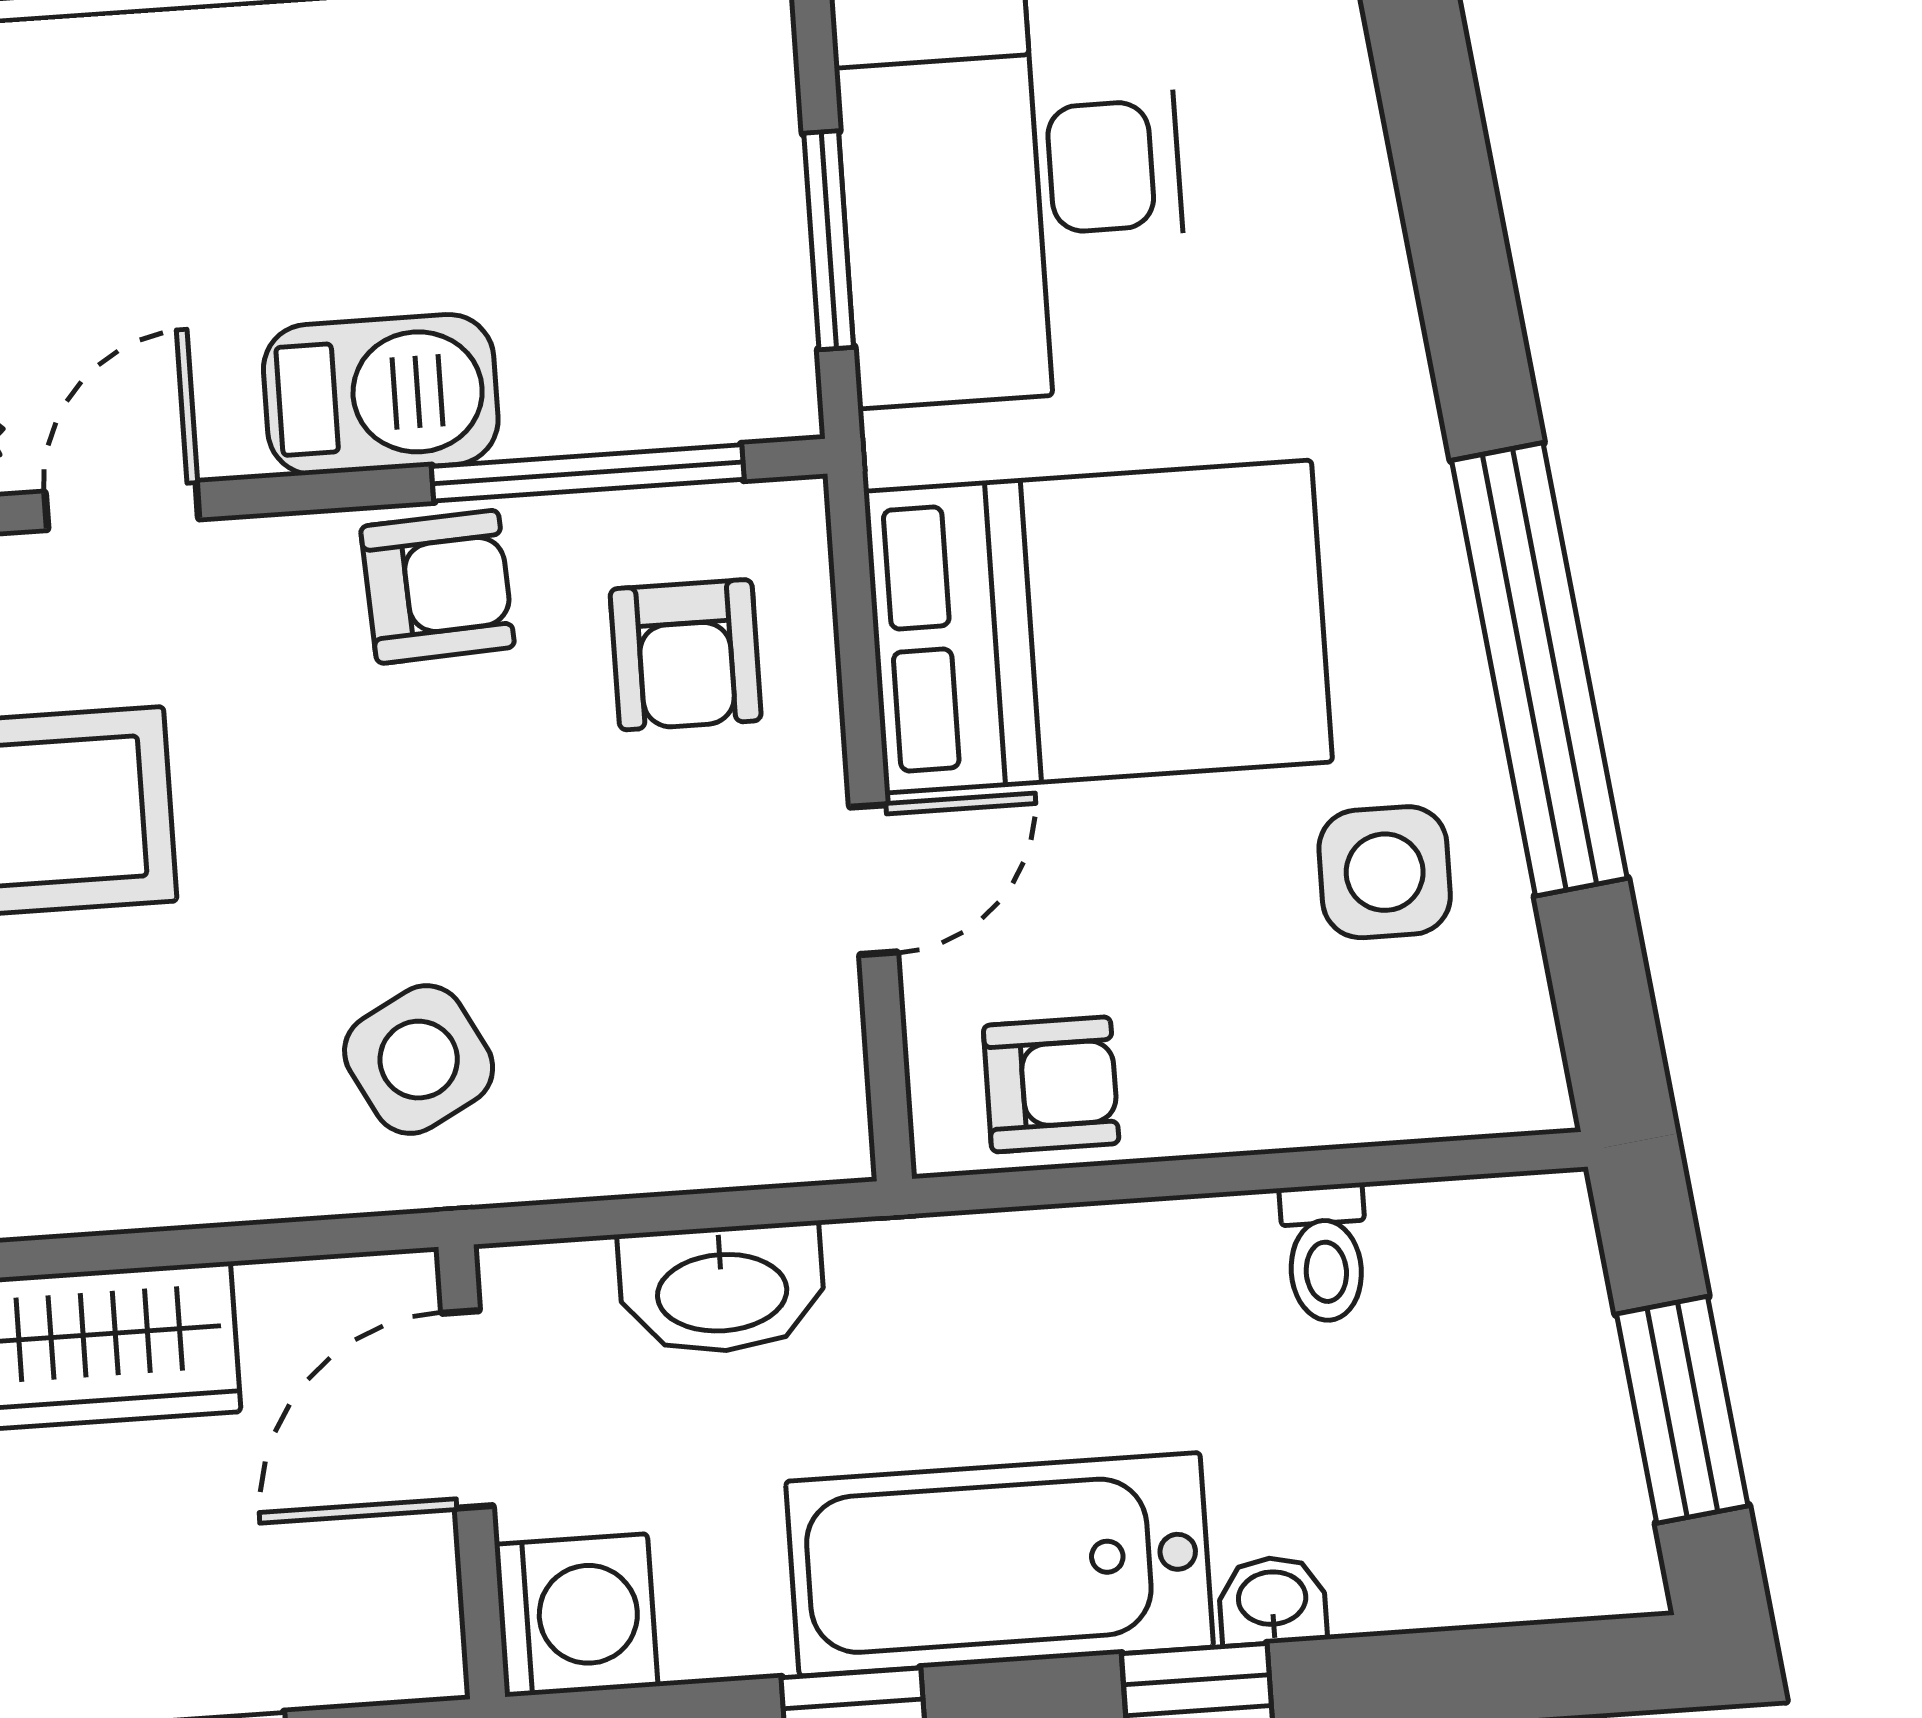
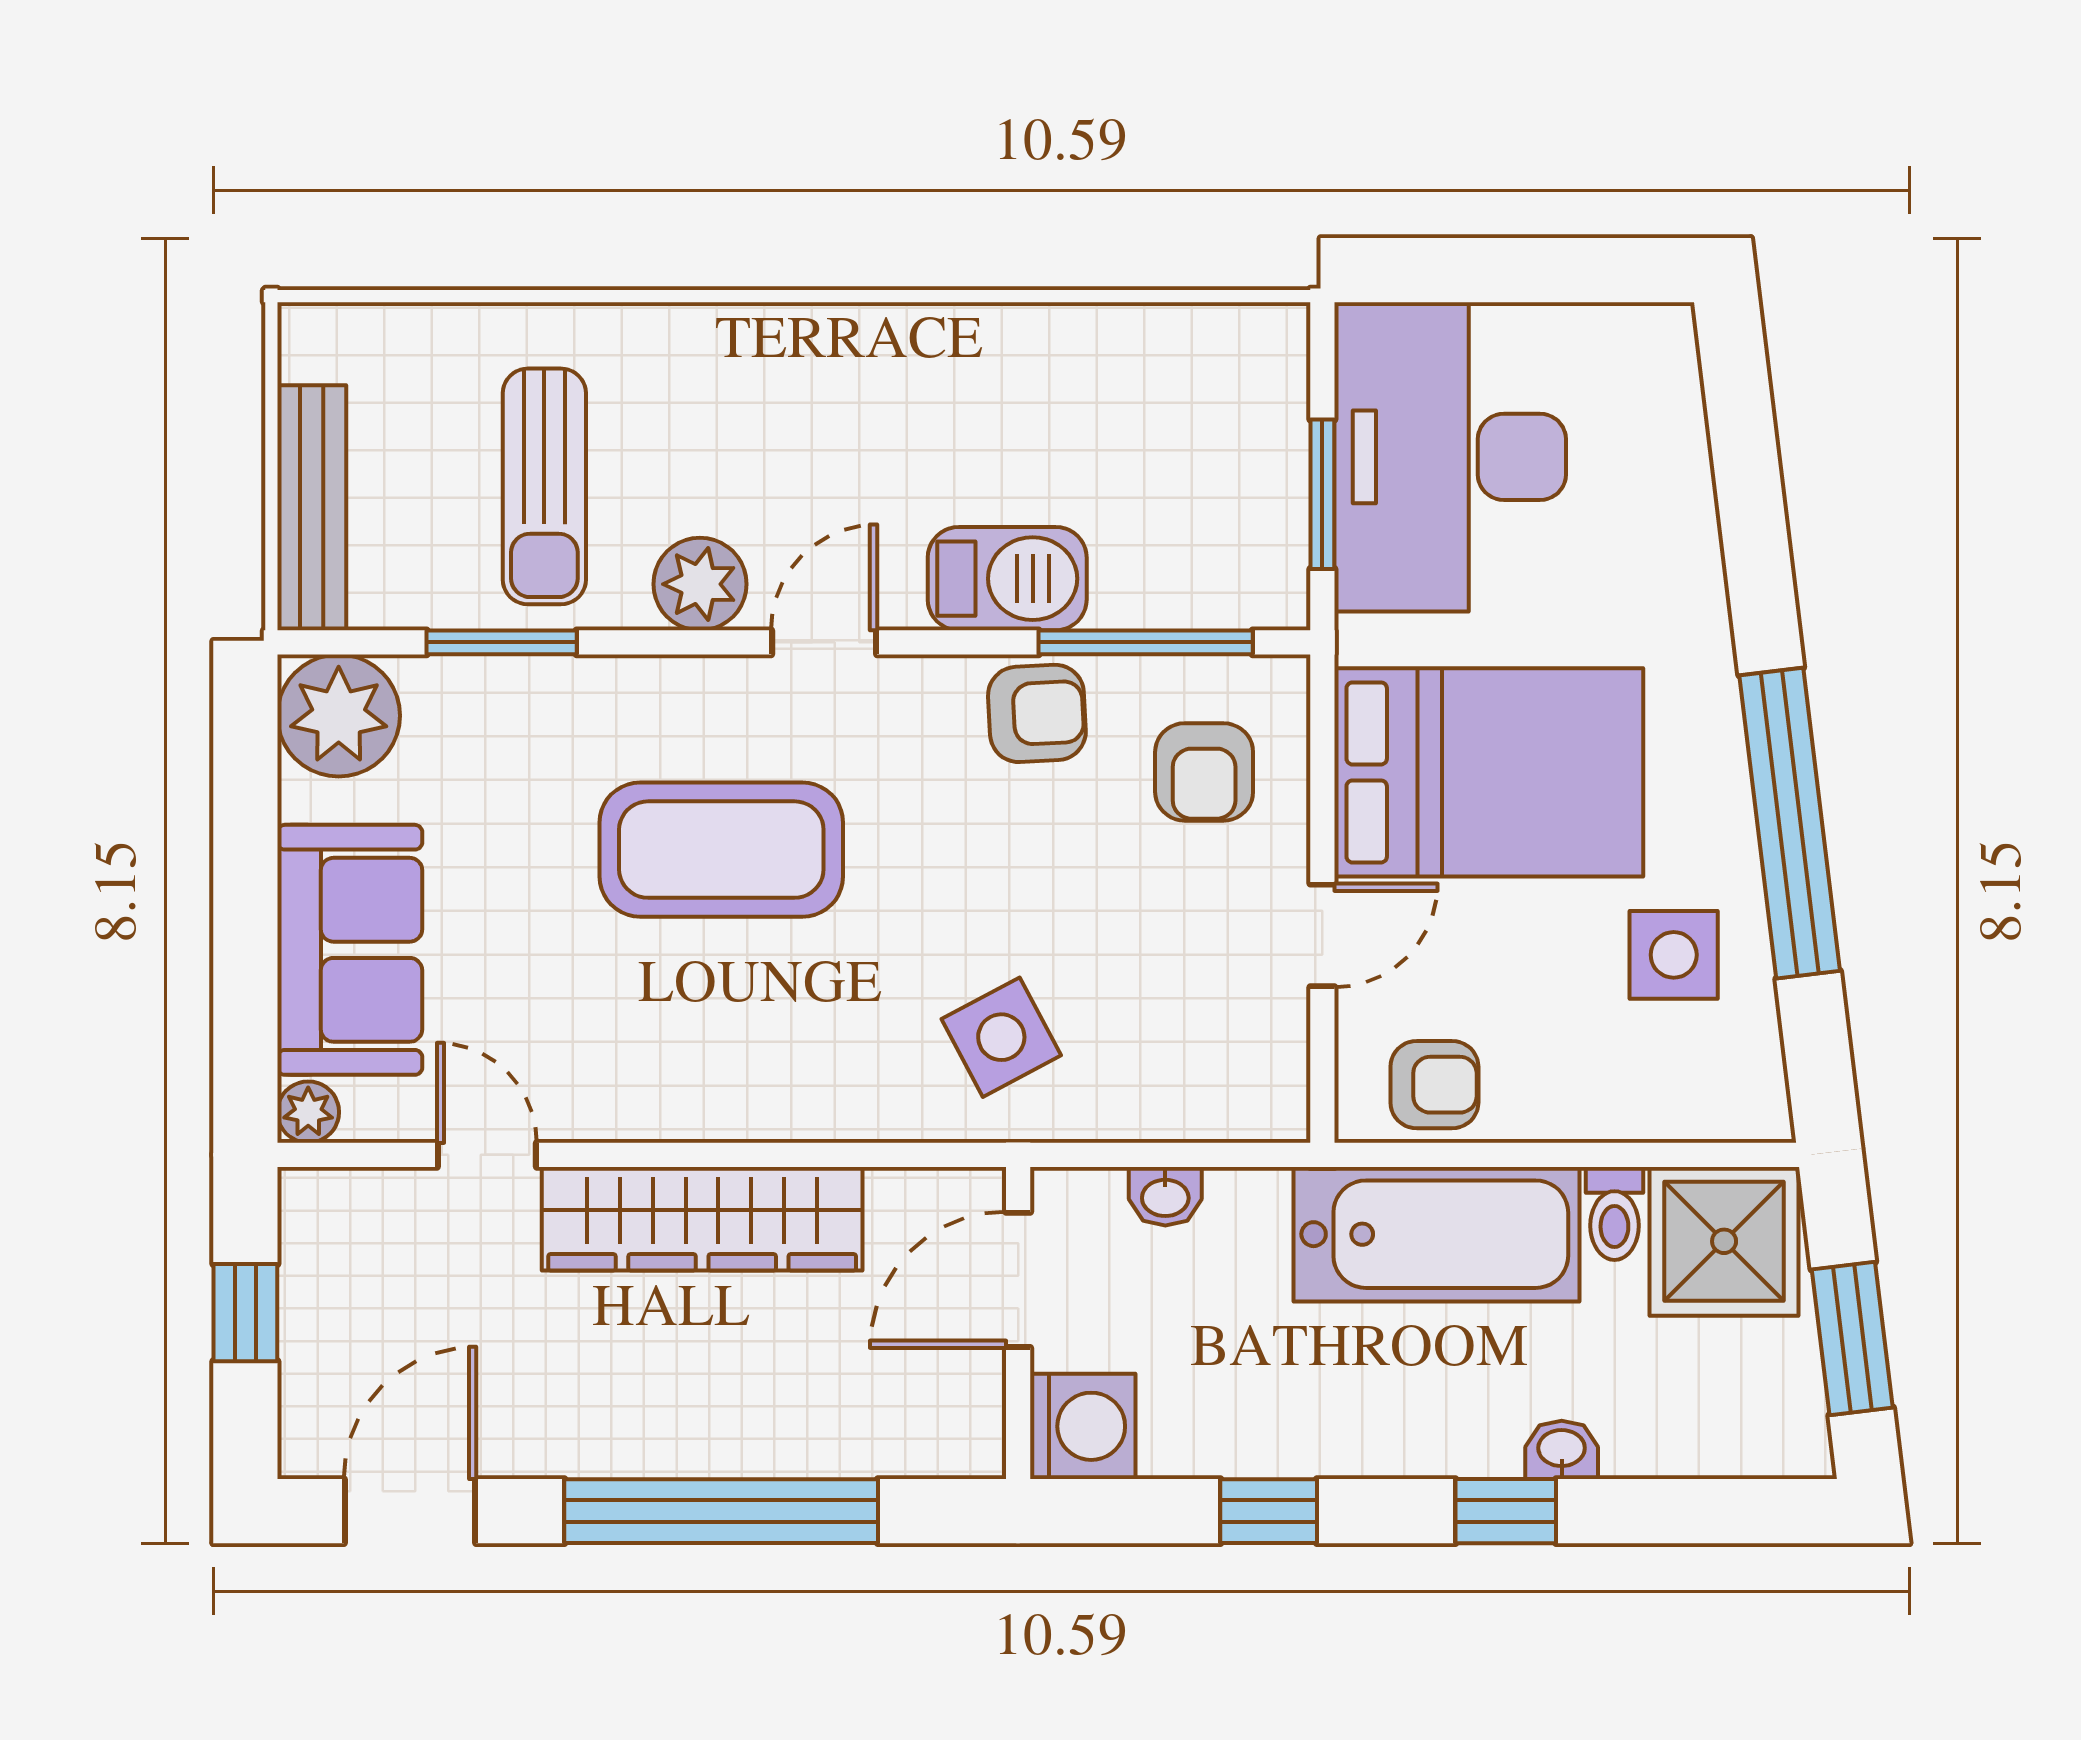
shower: (1487, 1282) -> (1724, 1241), added
washbasin: (722, 1289) -> (1165, 1196), width x0.52, depth x0.69
bathtub: (1000, 1564) -> (1437, 1234), moved, turned 180

